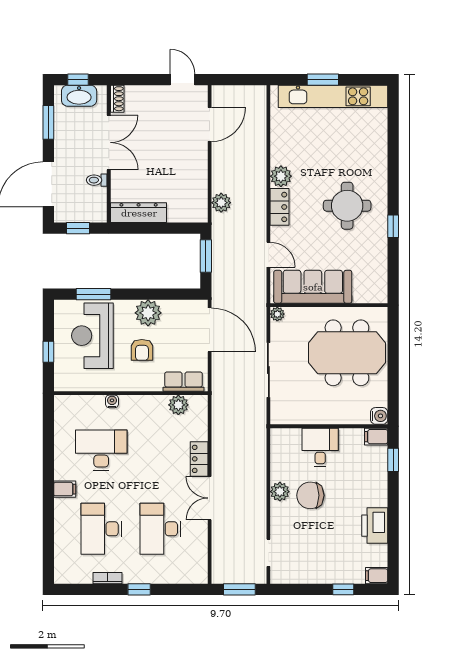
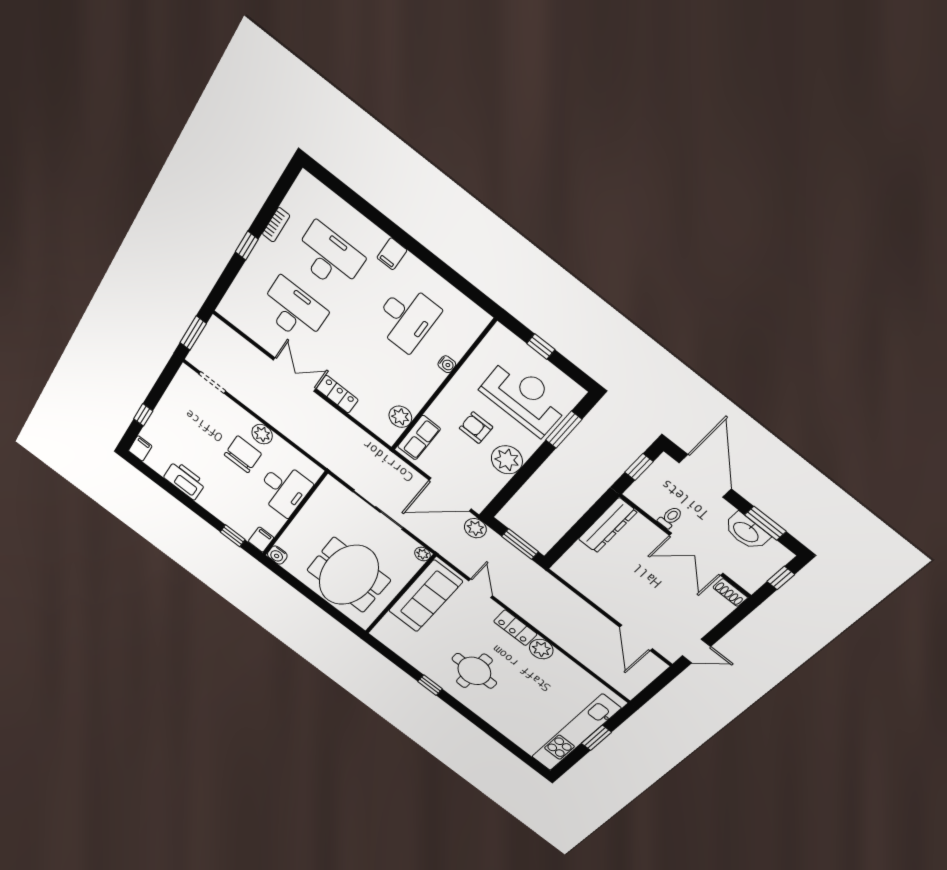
washbasin: (79, 96) -> (746, 532), moved, turned -90
plant: (221, 203) -> (475, 528), moved
door: (268, 255) -> (481, 588), swing flipped
desk: (320, 447) -> (284, 489), width x1.37

